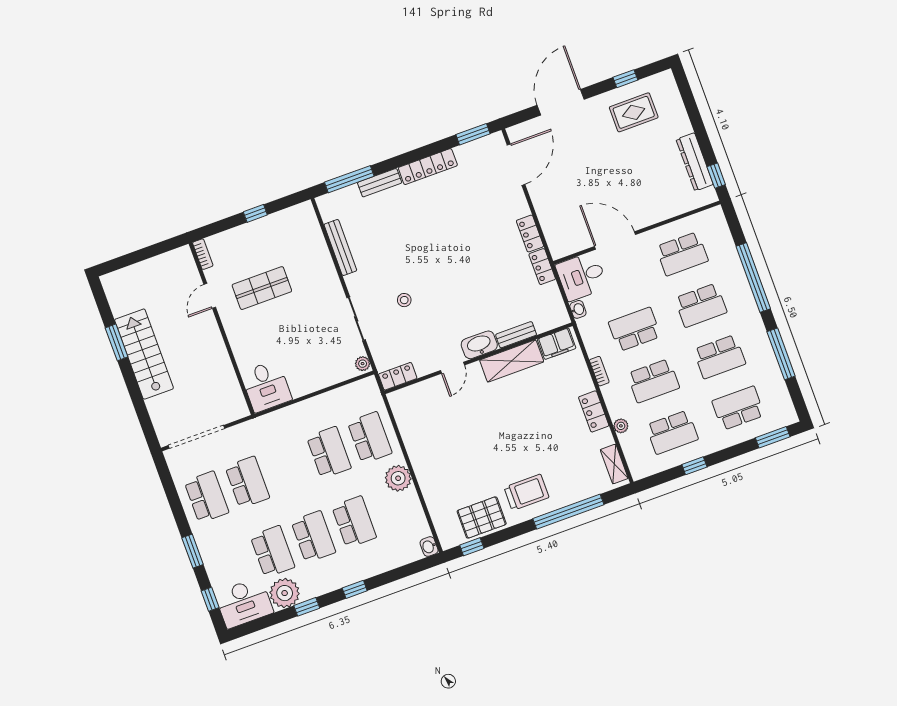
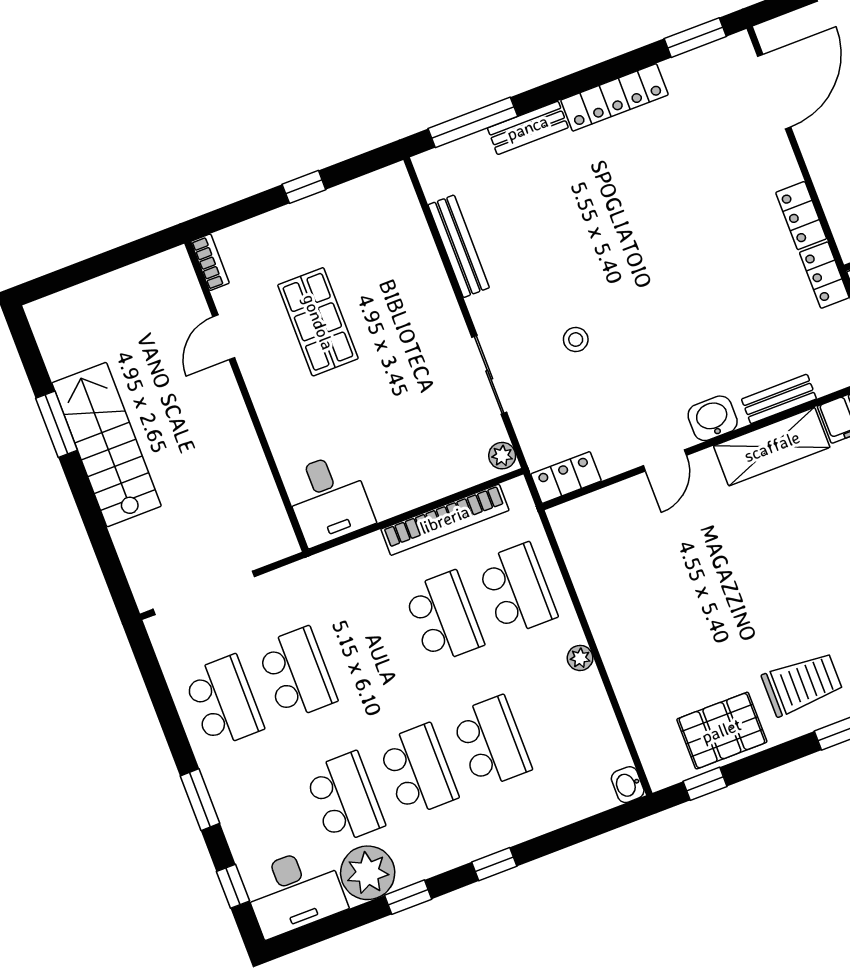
shop shelf: (262, 288) -> (318, 322), turned 90
washbasin: (479, 345) -> (713, 418), width x0.72
bookcase: (330, 399) -> (445, 520), added
plant: (398, 478) -> (580, 658), width x0.53, depth x0.53

